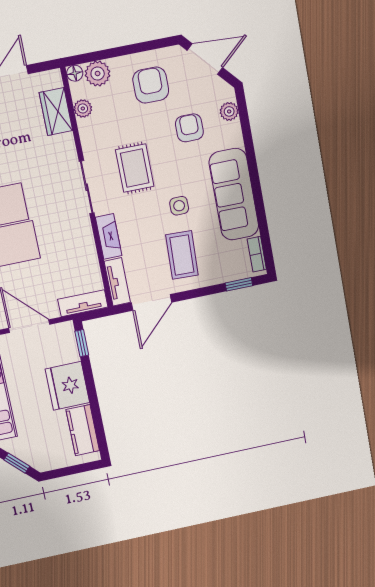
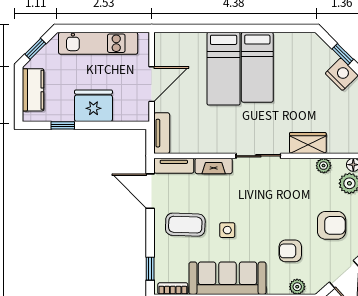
wardrobe: (56, 112) -> (308, 143), moved
armchair: (189, 128) -> (290, 251), turned 180
rug: (135, 168) -> (266, 199), removed
window: (82, 343) -> (63, 125), moved
kitchen counter: (83, 430) -> (33, 90), moved, turned 90

